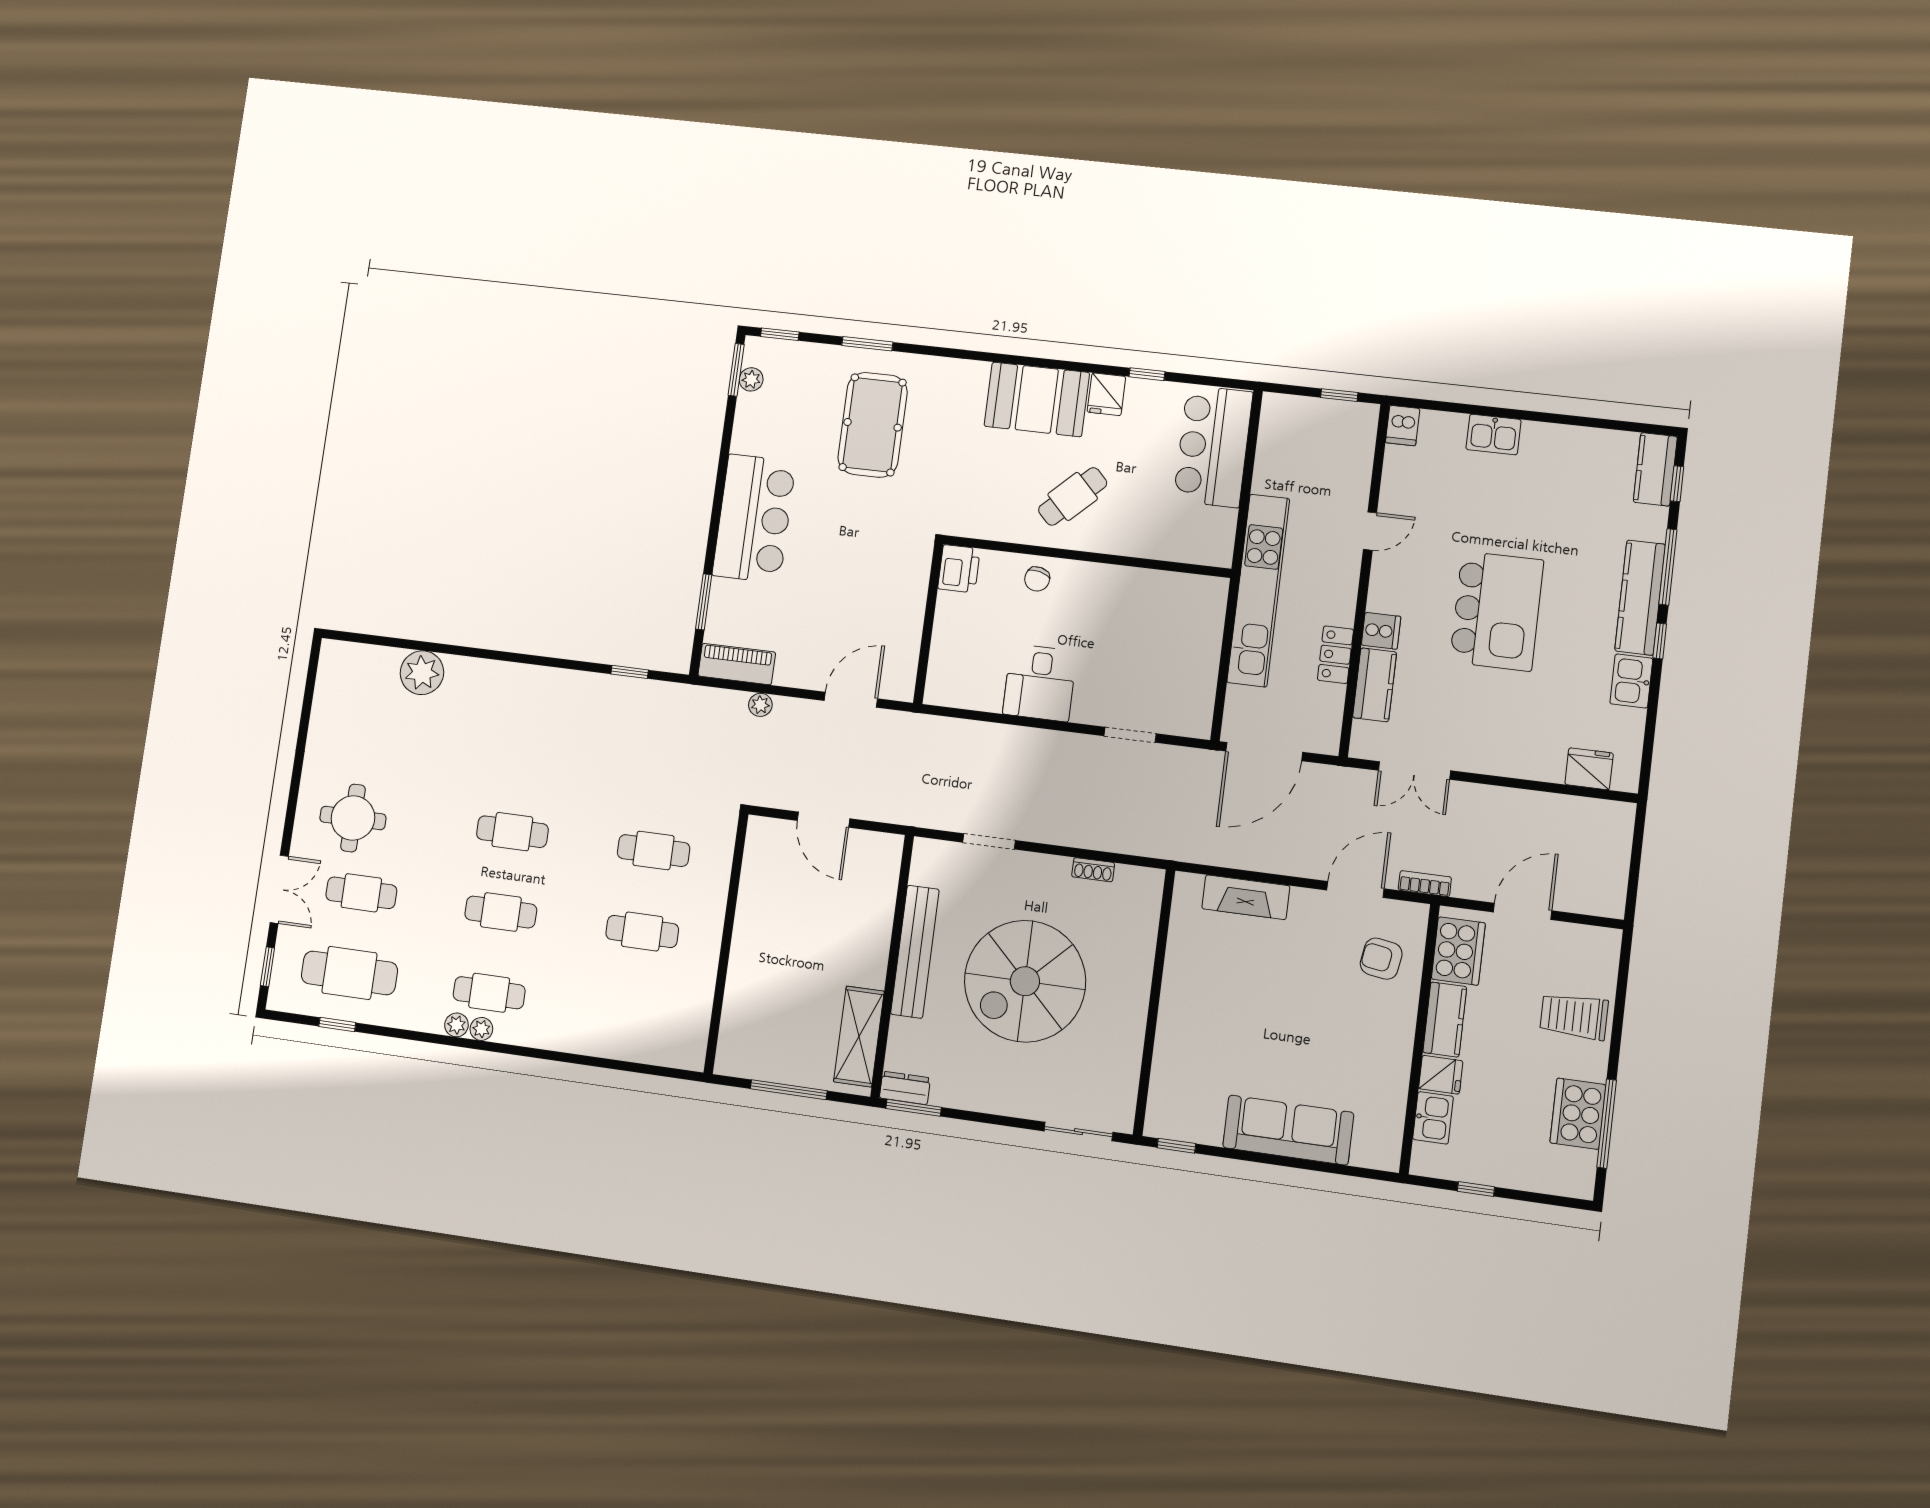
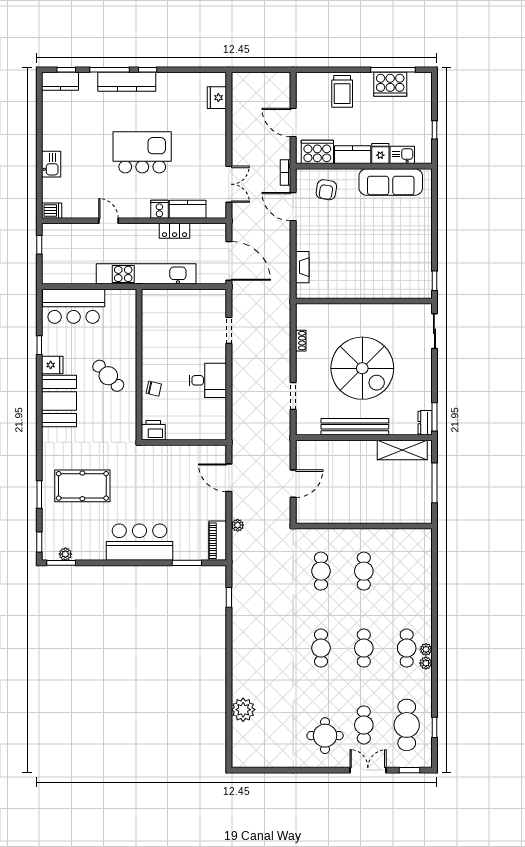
kitchen sink: (1631, 681) -> (170, 82), removed
fireplace: (1246, 897) -> (302, 267), width x0.73, depth x0.76
sofa: (1288, 1130) -> (391, 182), moved, turned -90

